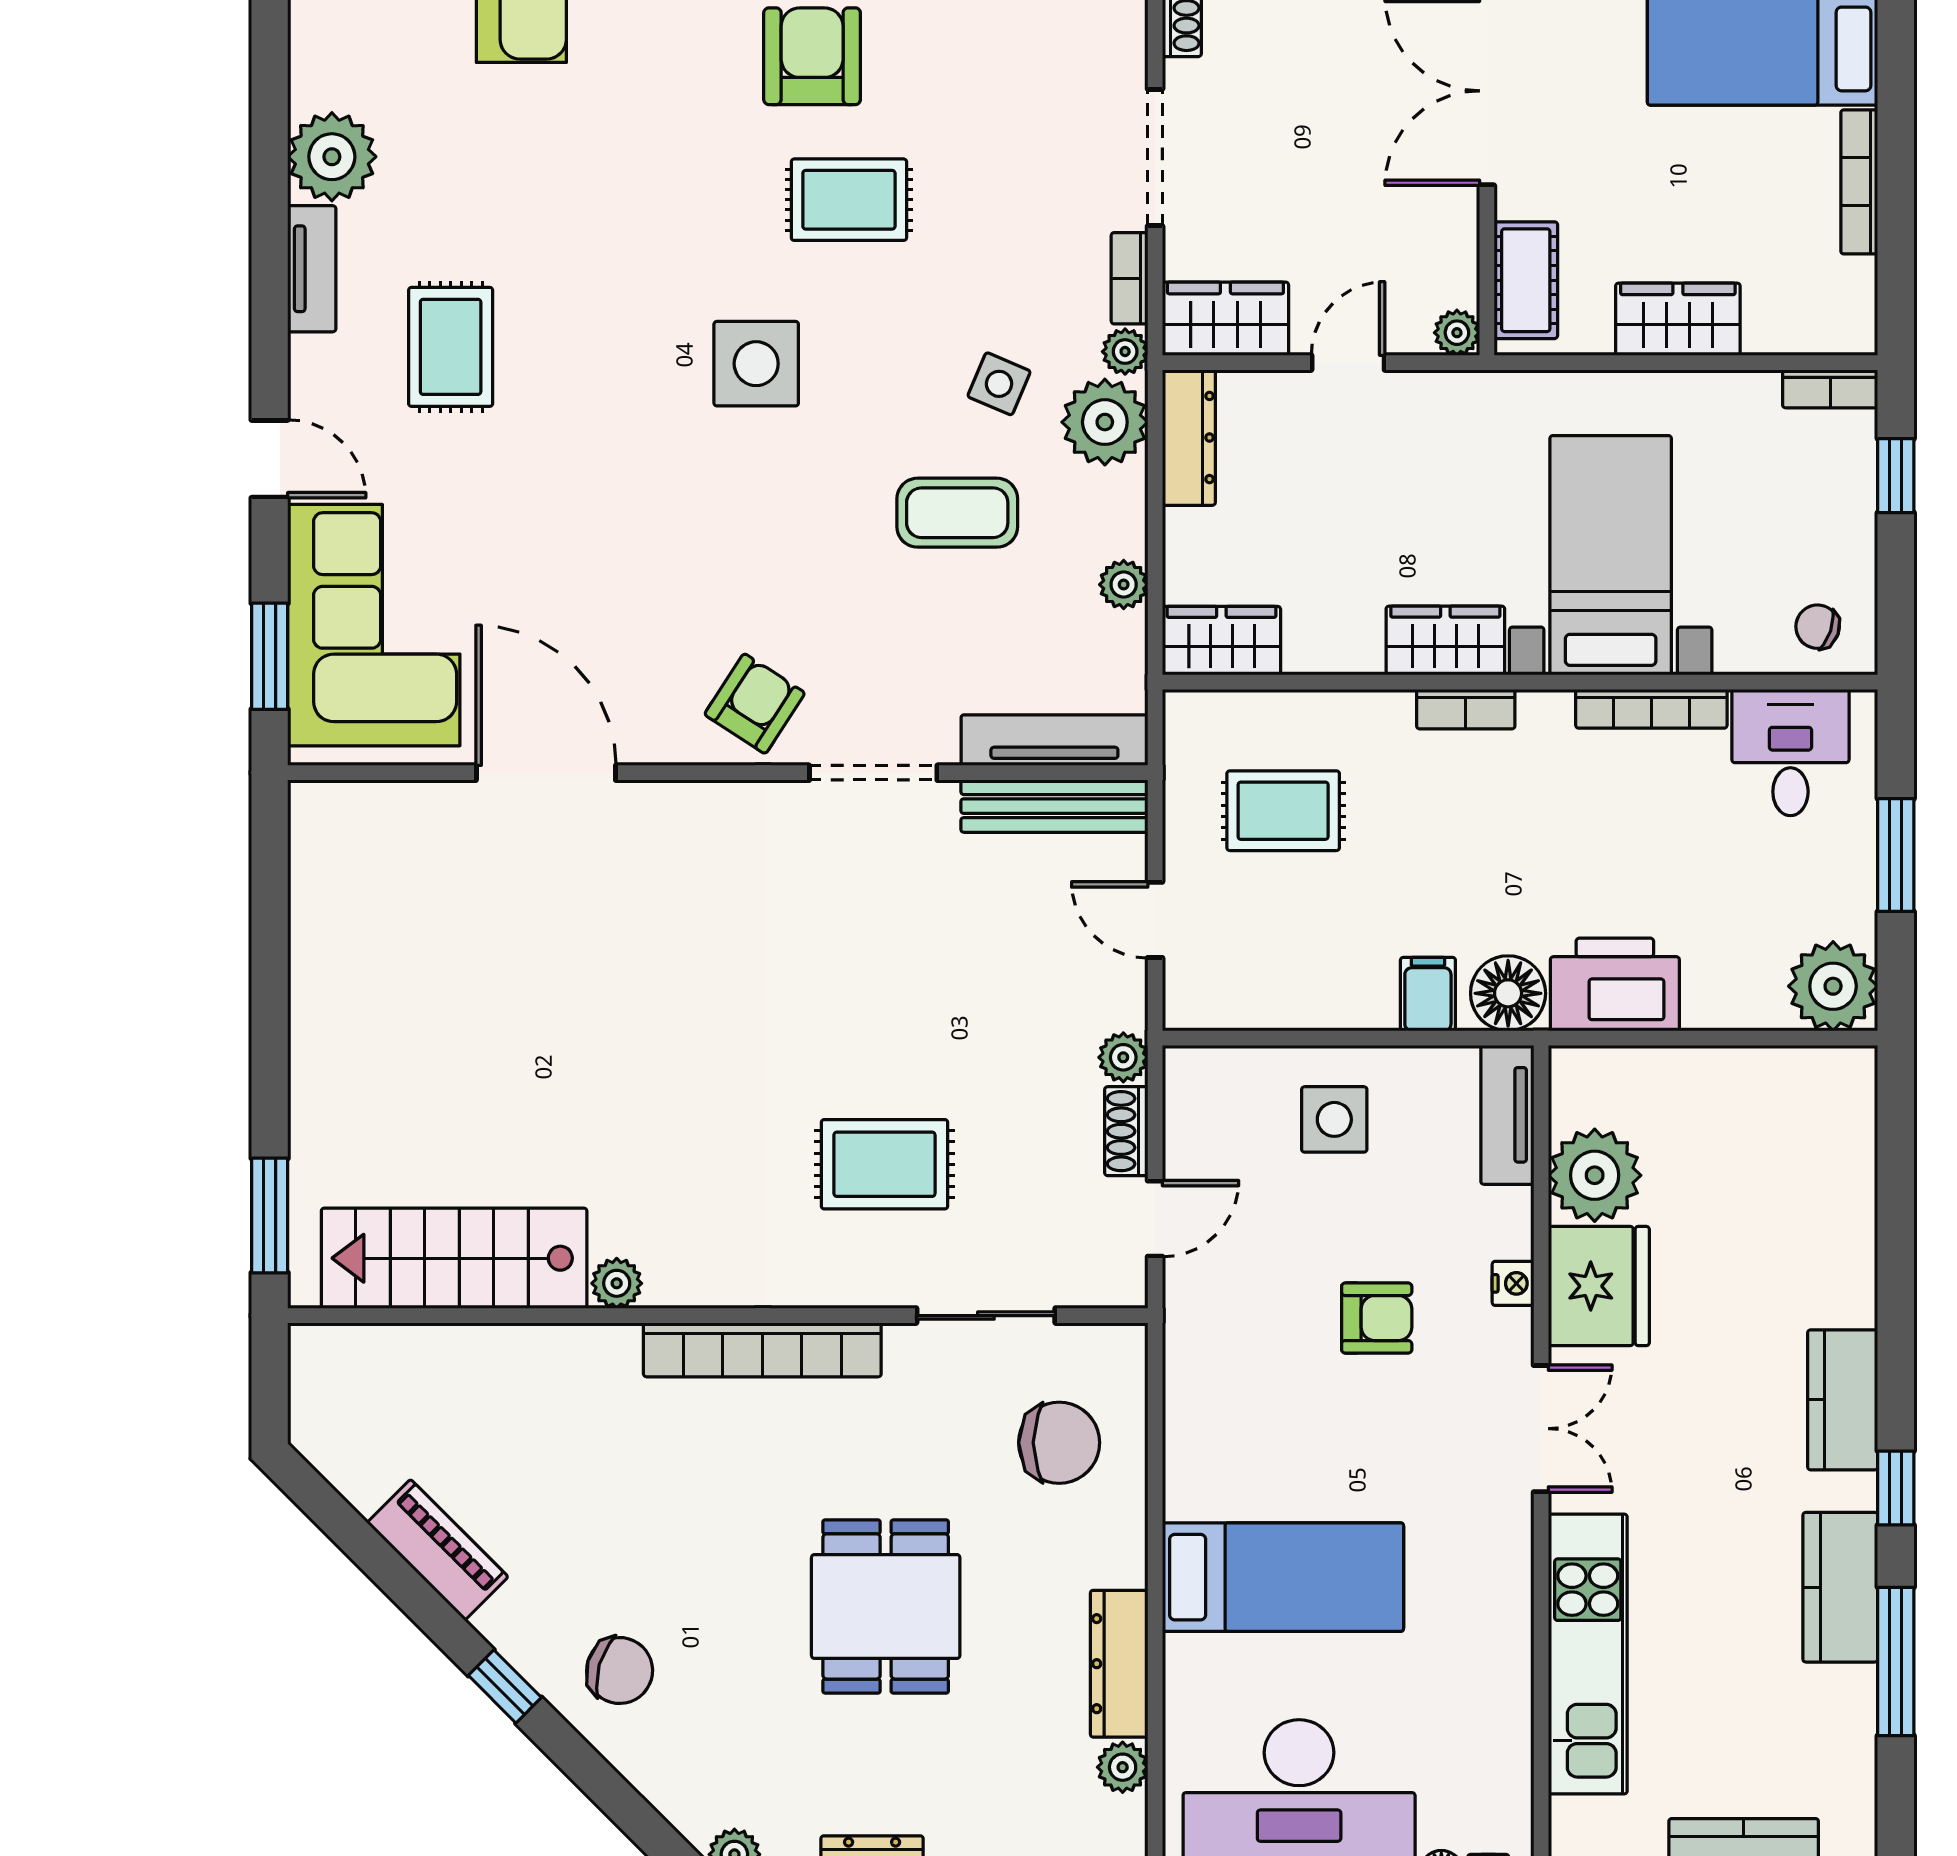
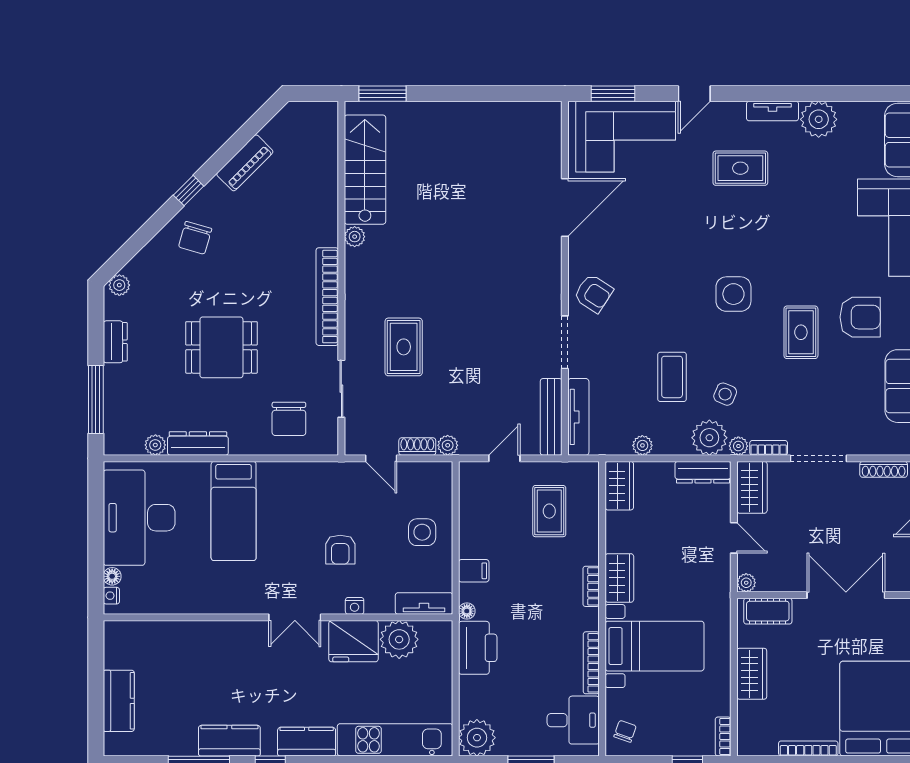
floor lamp: (1508, 993) -> (467, 611), width x0.53, depth x0.53
kitchen unit: (1588, 1654) -> (395, 740), moved, turned 180

